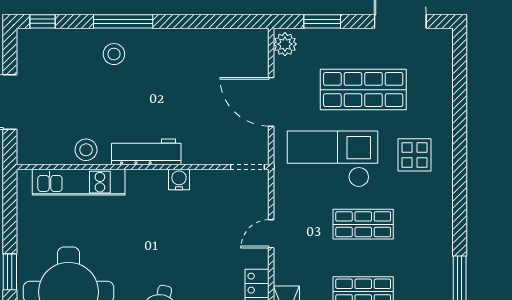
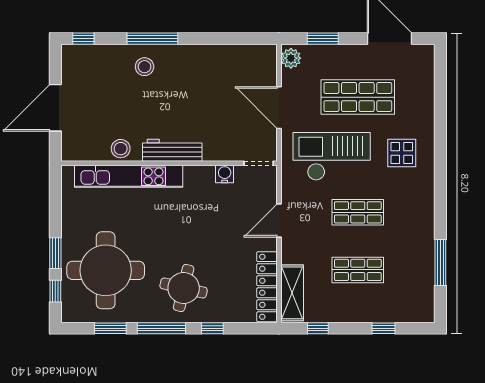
water cooler: (179, 180) -> (225, 174), moved
kitchen unit: (79, 182) -> (129, 176), width x1.36
door: (271, 234) -> (279, 220), width x1.38

